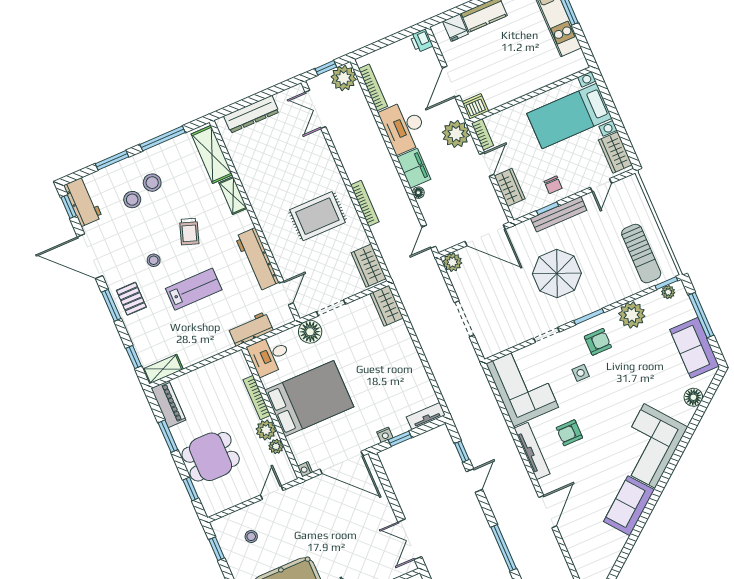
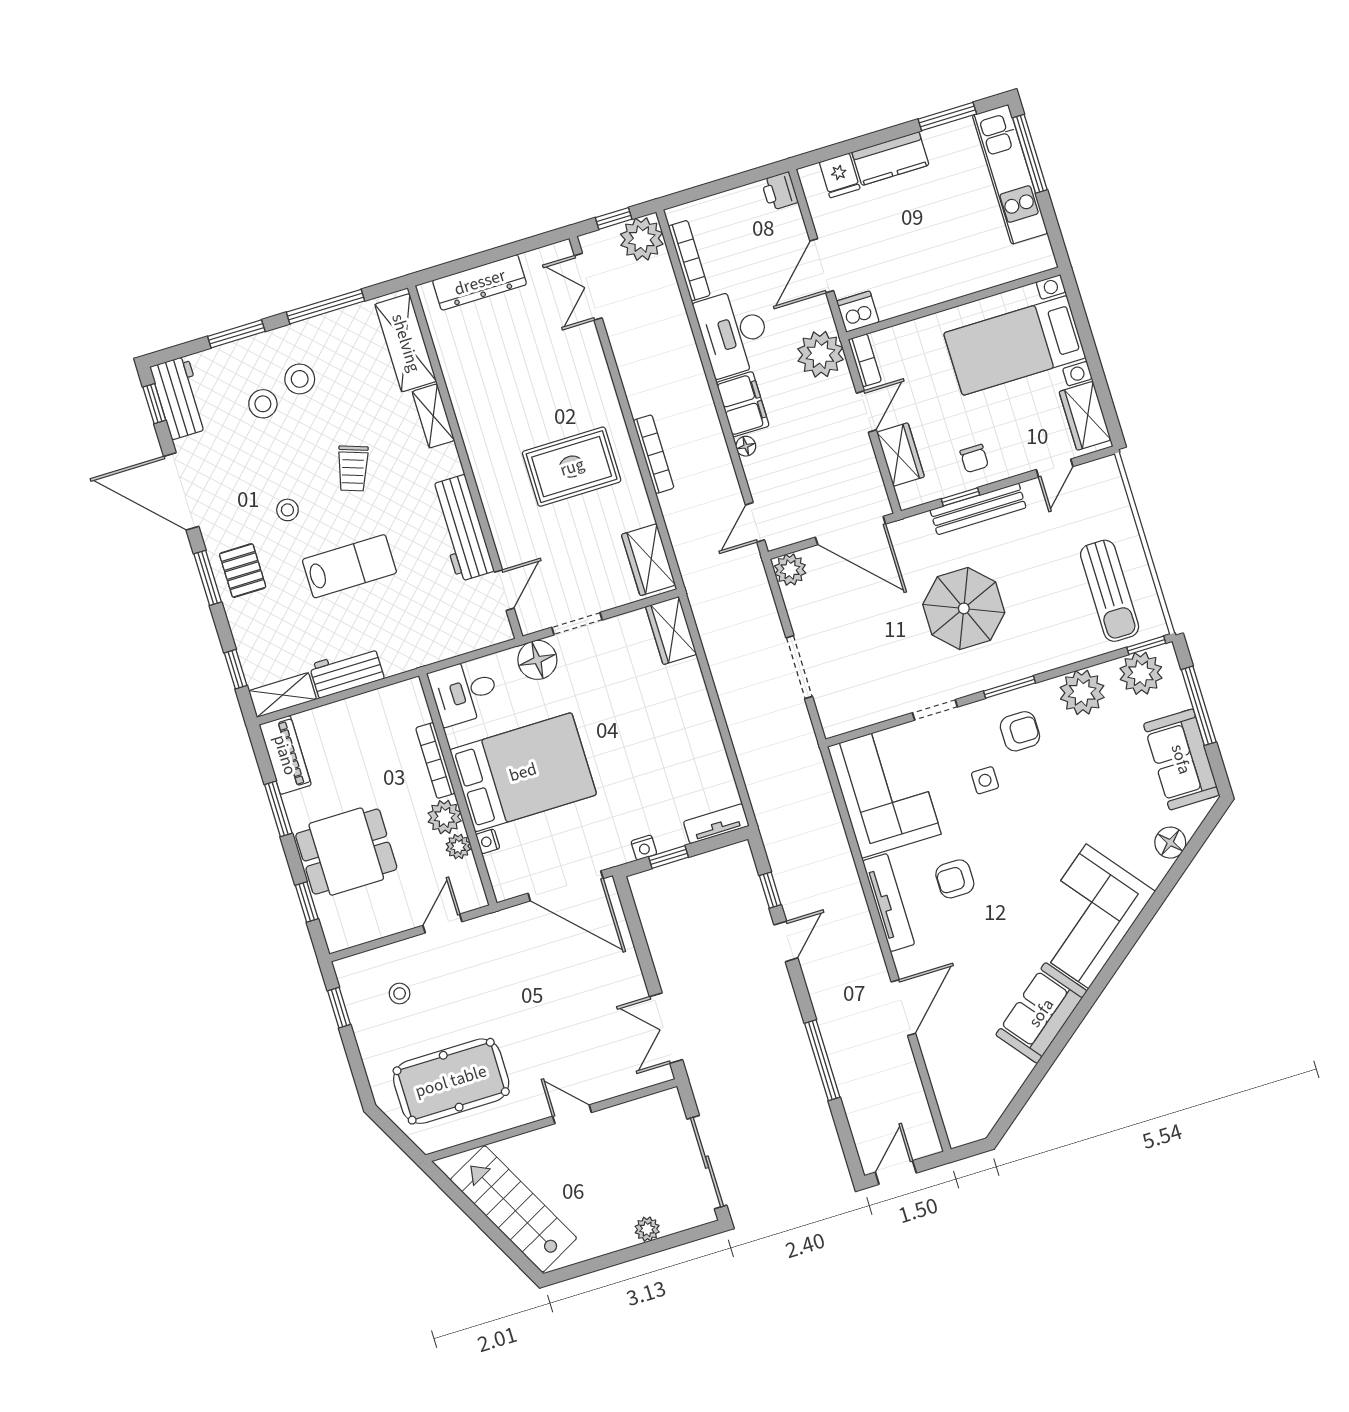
plant: (668, 292) -> (1141, 673), width x1.88, depth x1.88
workbench: (251, 329) -> (347, 672), moved
nightstand: (305, 469) -> (488, 841), moved

